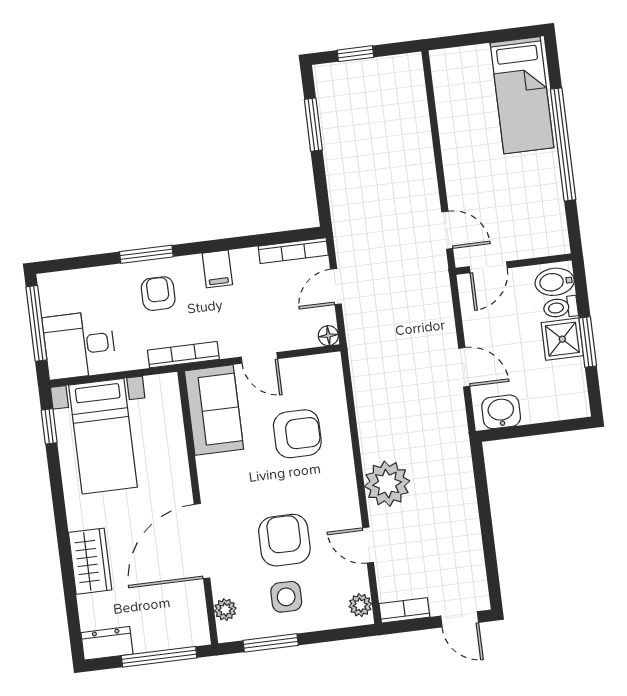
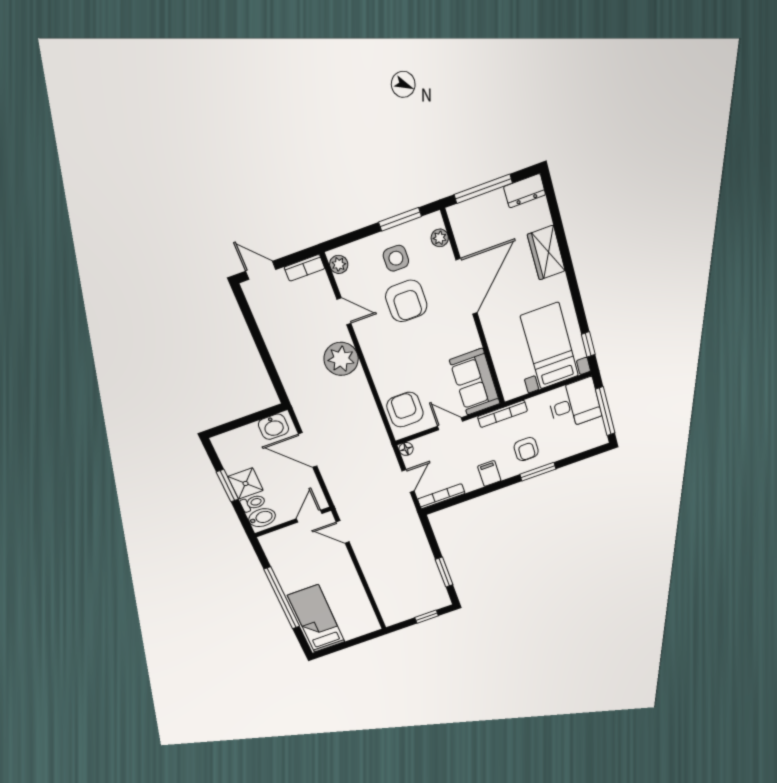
door: (464, 367) -> (308, 450), width x1.38
armchair: (297, 434) -> (405, 410), moved, turned 90

